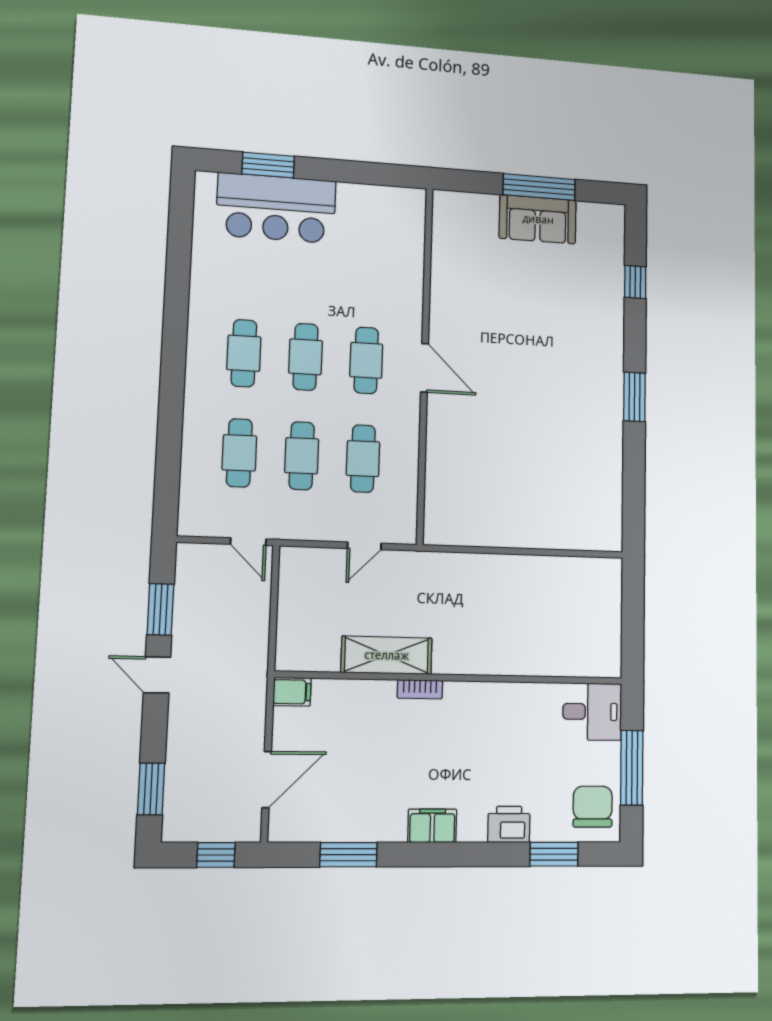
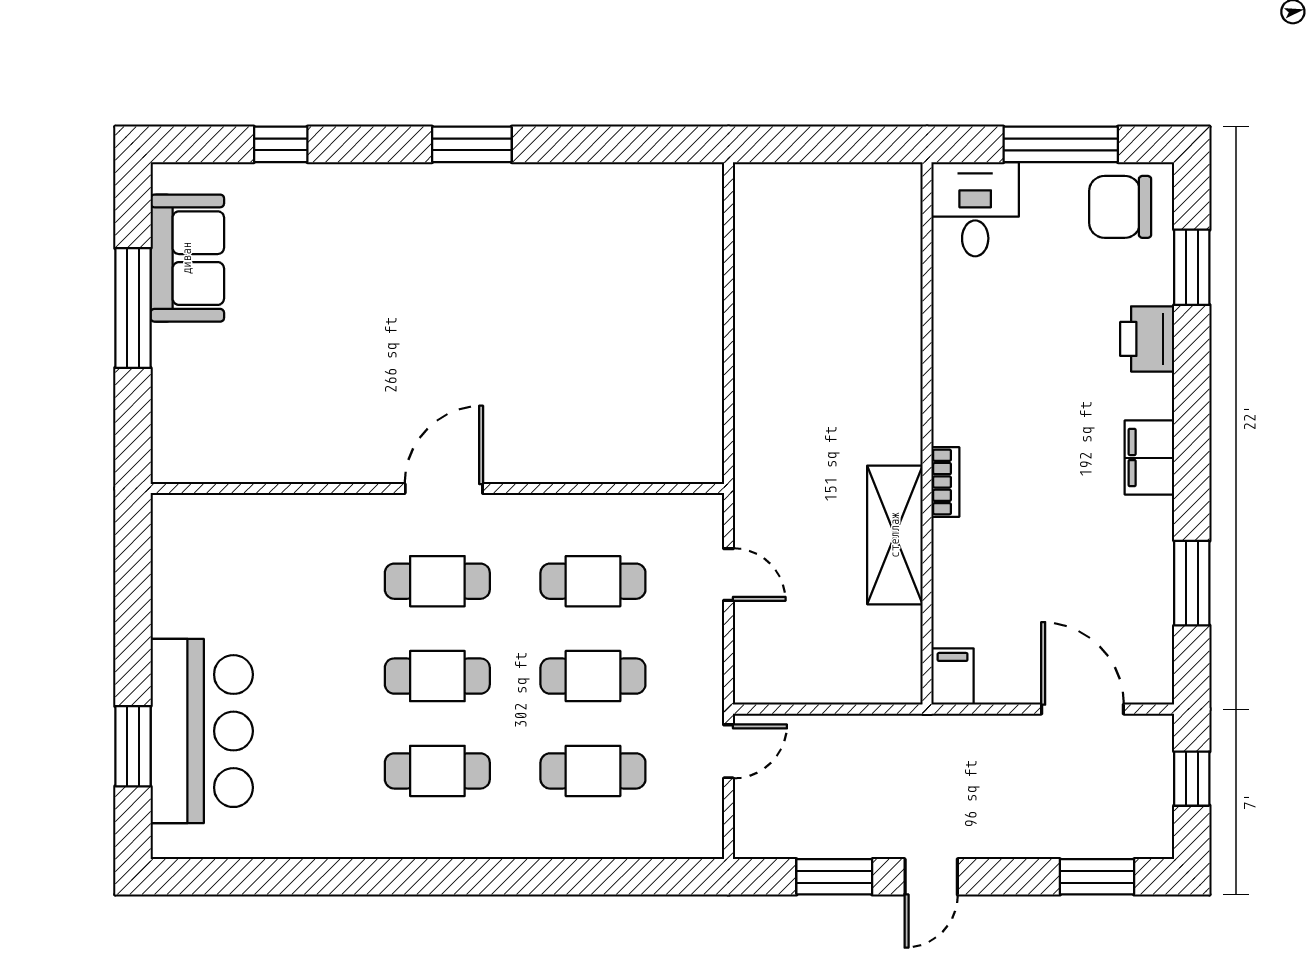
sofa: (538, 219) -> (187, 258), moved

